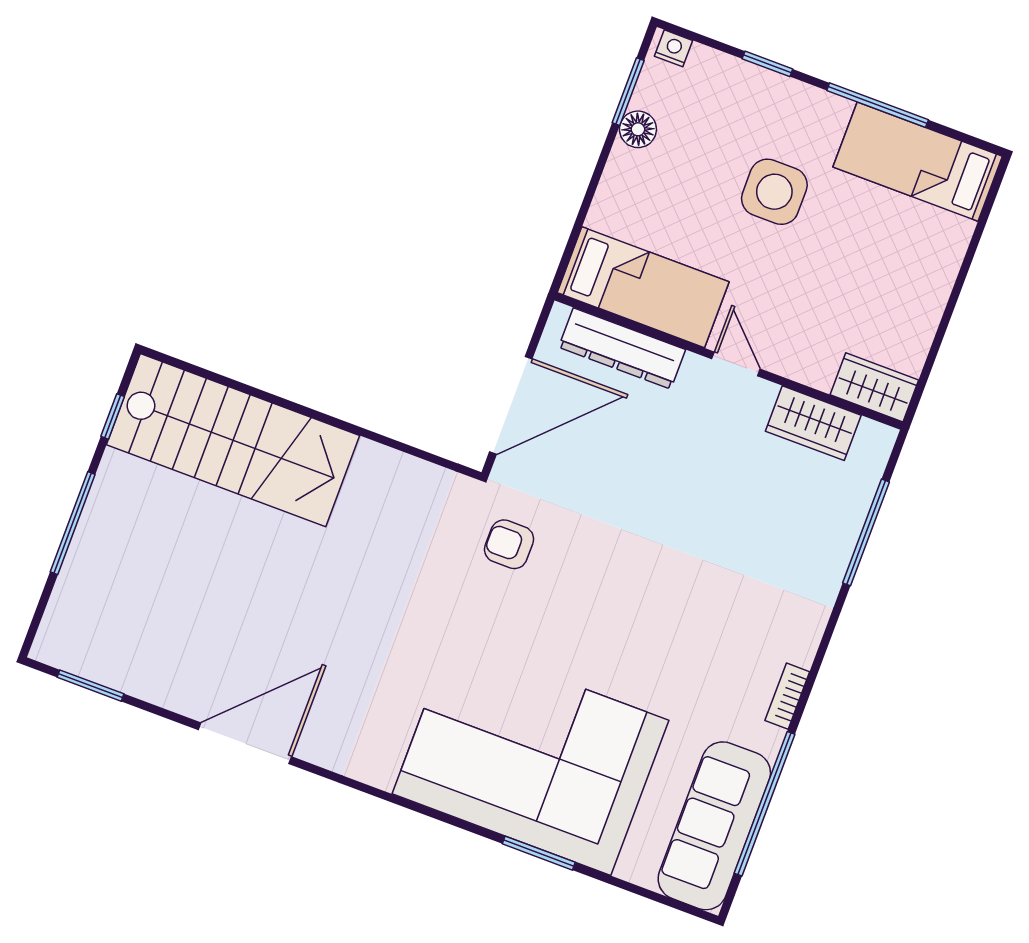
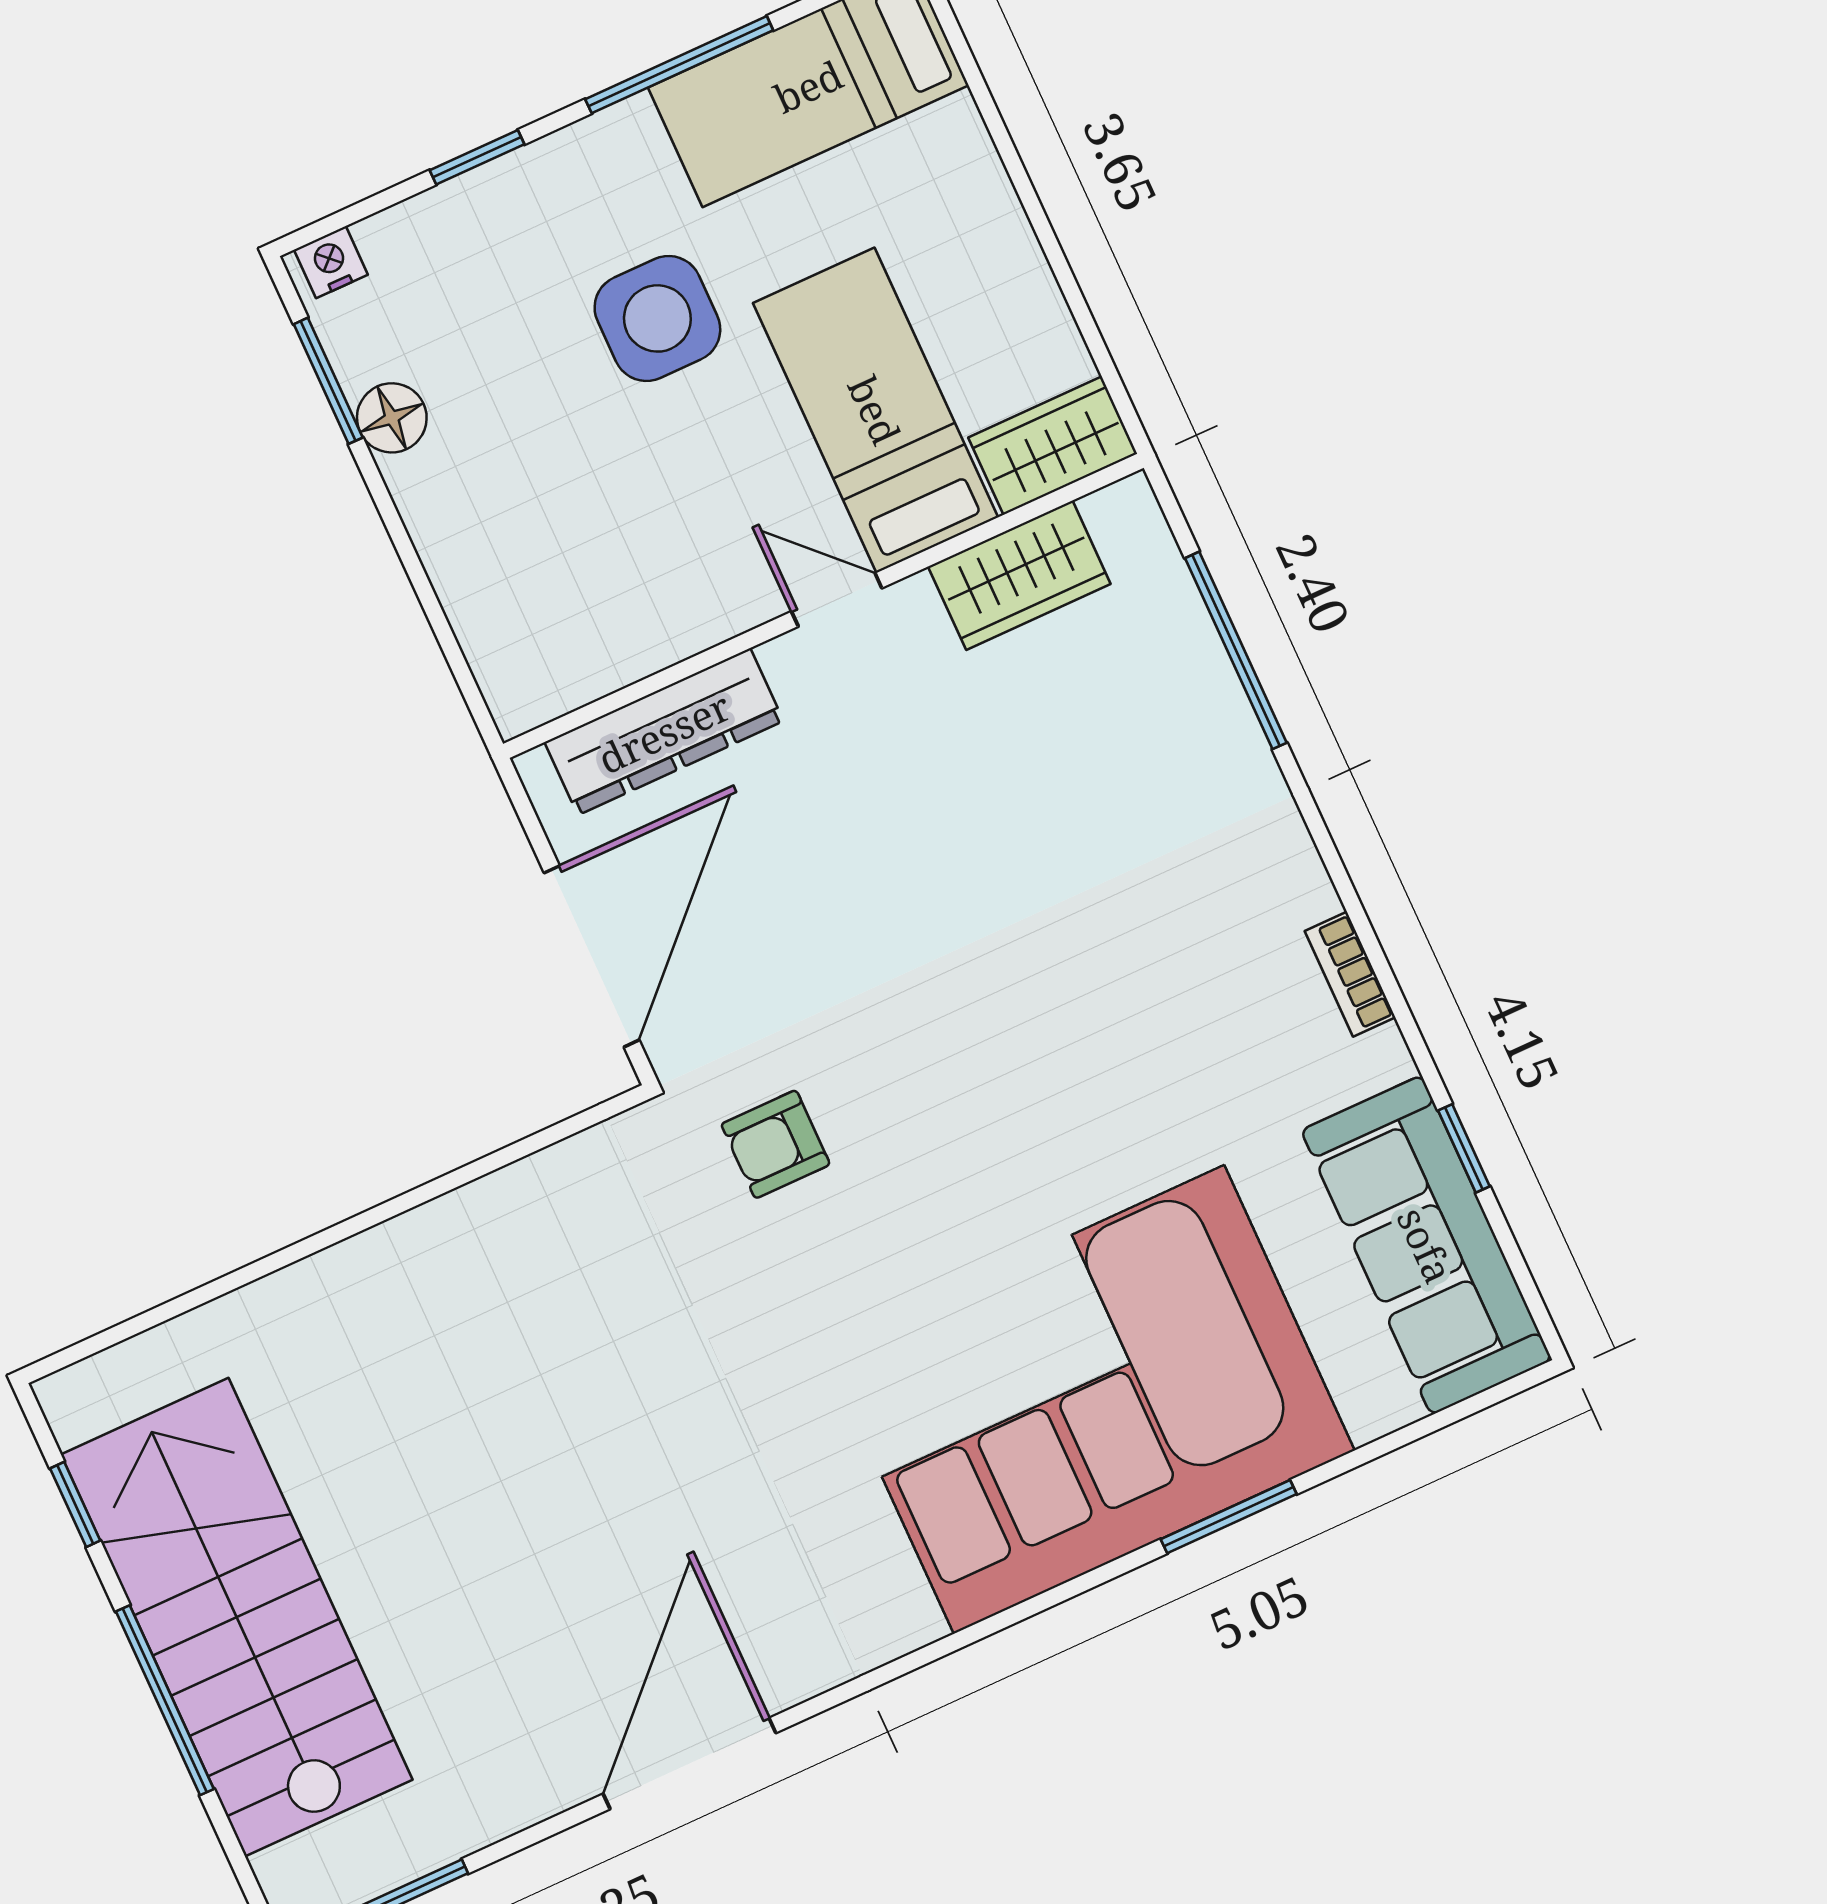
bed: (643, 287) -> (875, 410), moved, turned -90
stairs: (233, 440) -> (237, 1617), moved, turned -90
window: (765, 804) -> (1464, 1148), width x0.32

